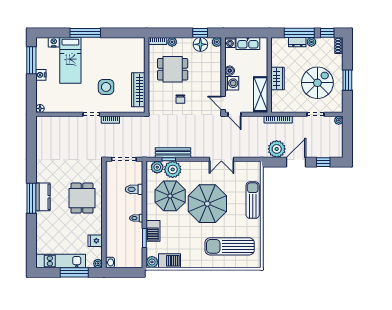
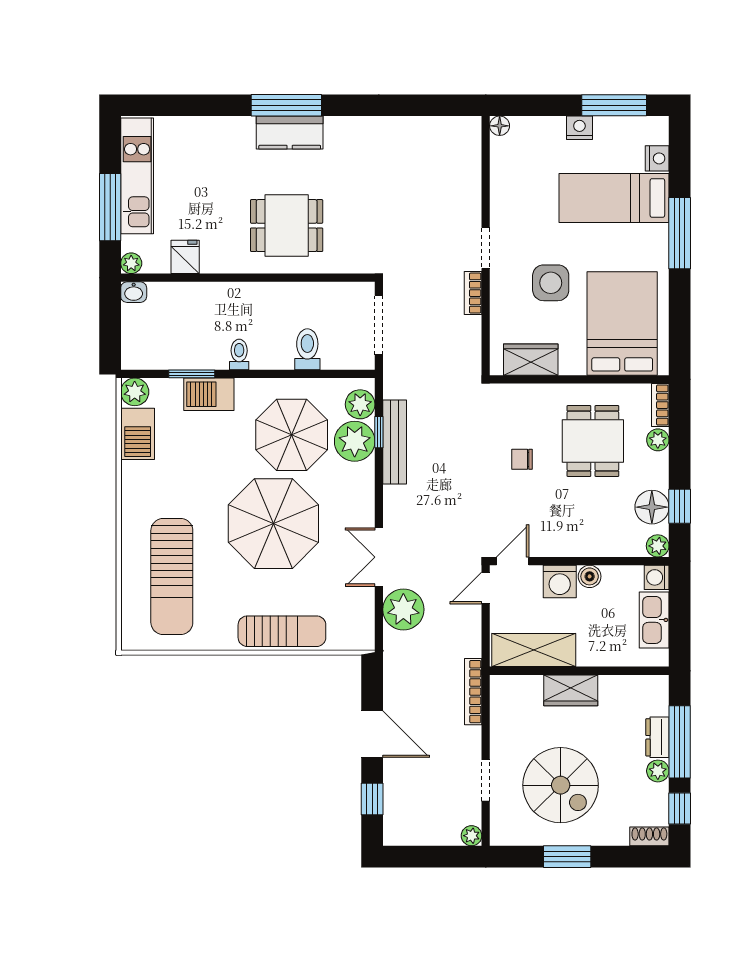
bed: (123, 57) -> (622, 323), added
wardrobe: (138, 90) -> (531, 360), width x0.67
plant: (277, 149) -> (403, 610), moved
sun lounger: (230, 246) -> (172, 577), turned 180

